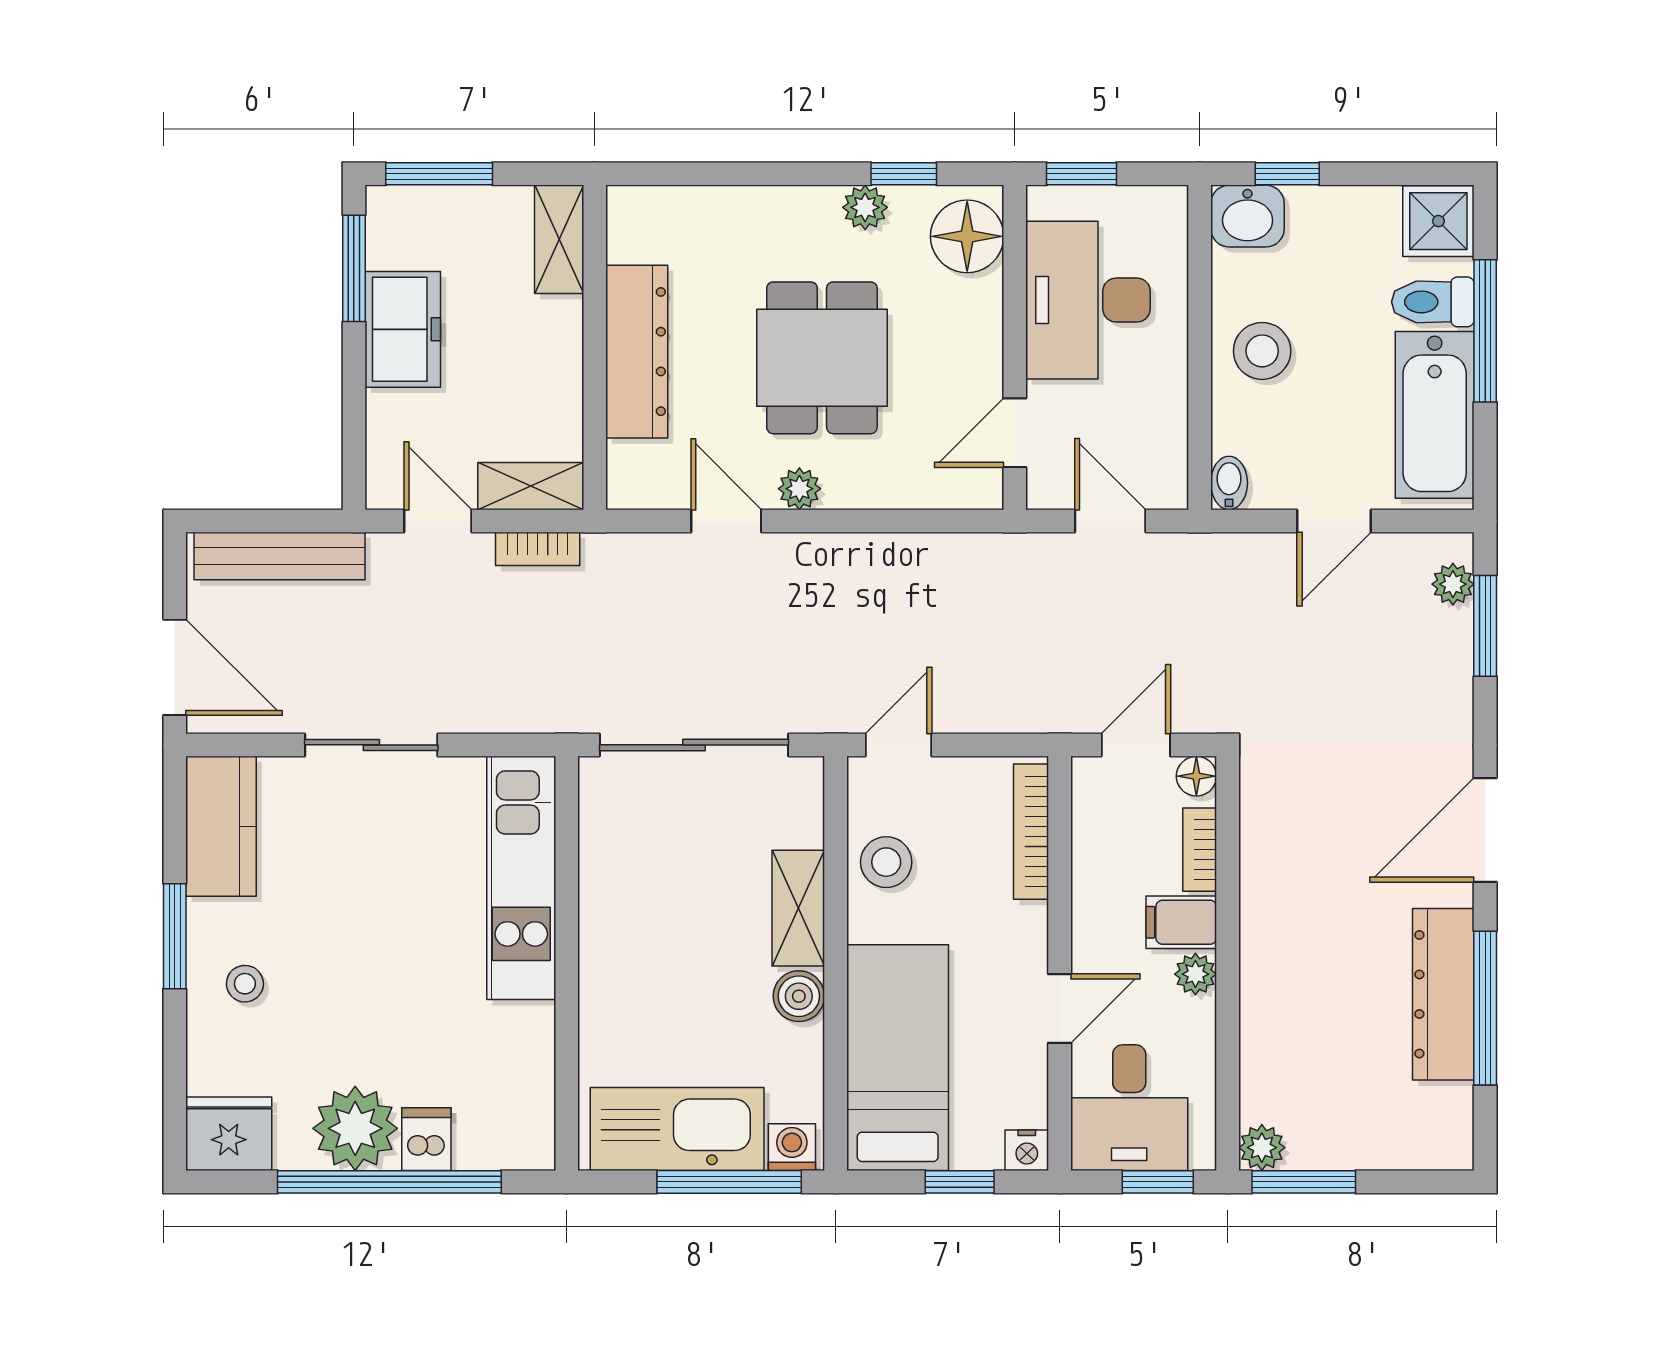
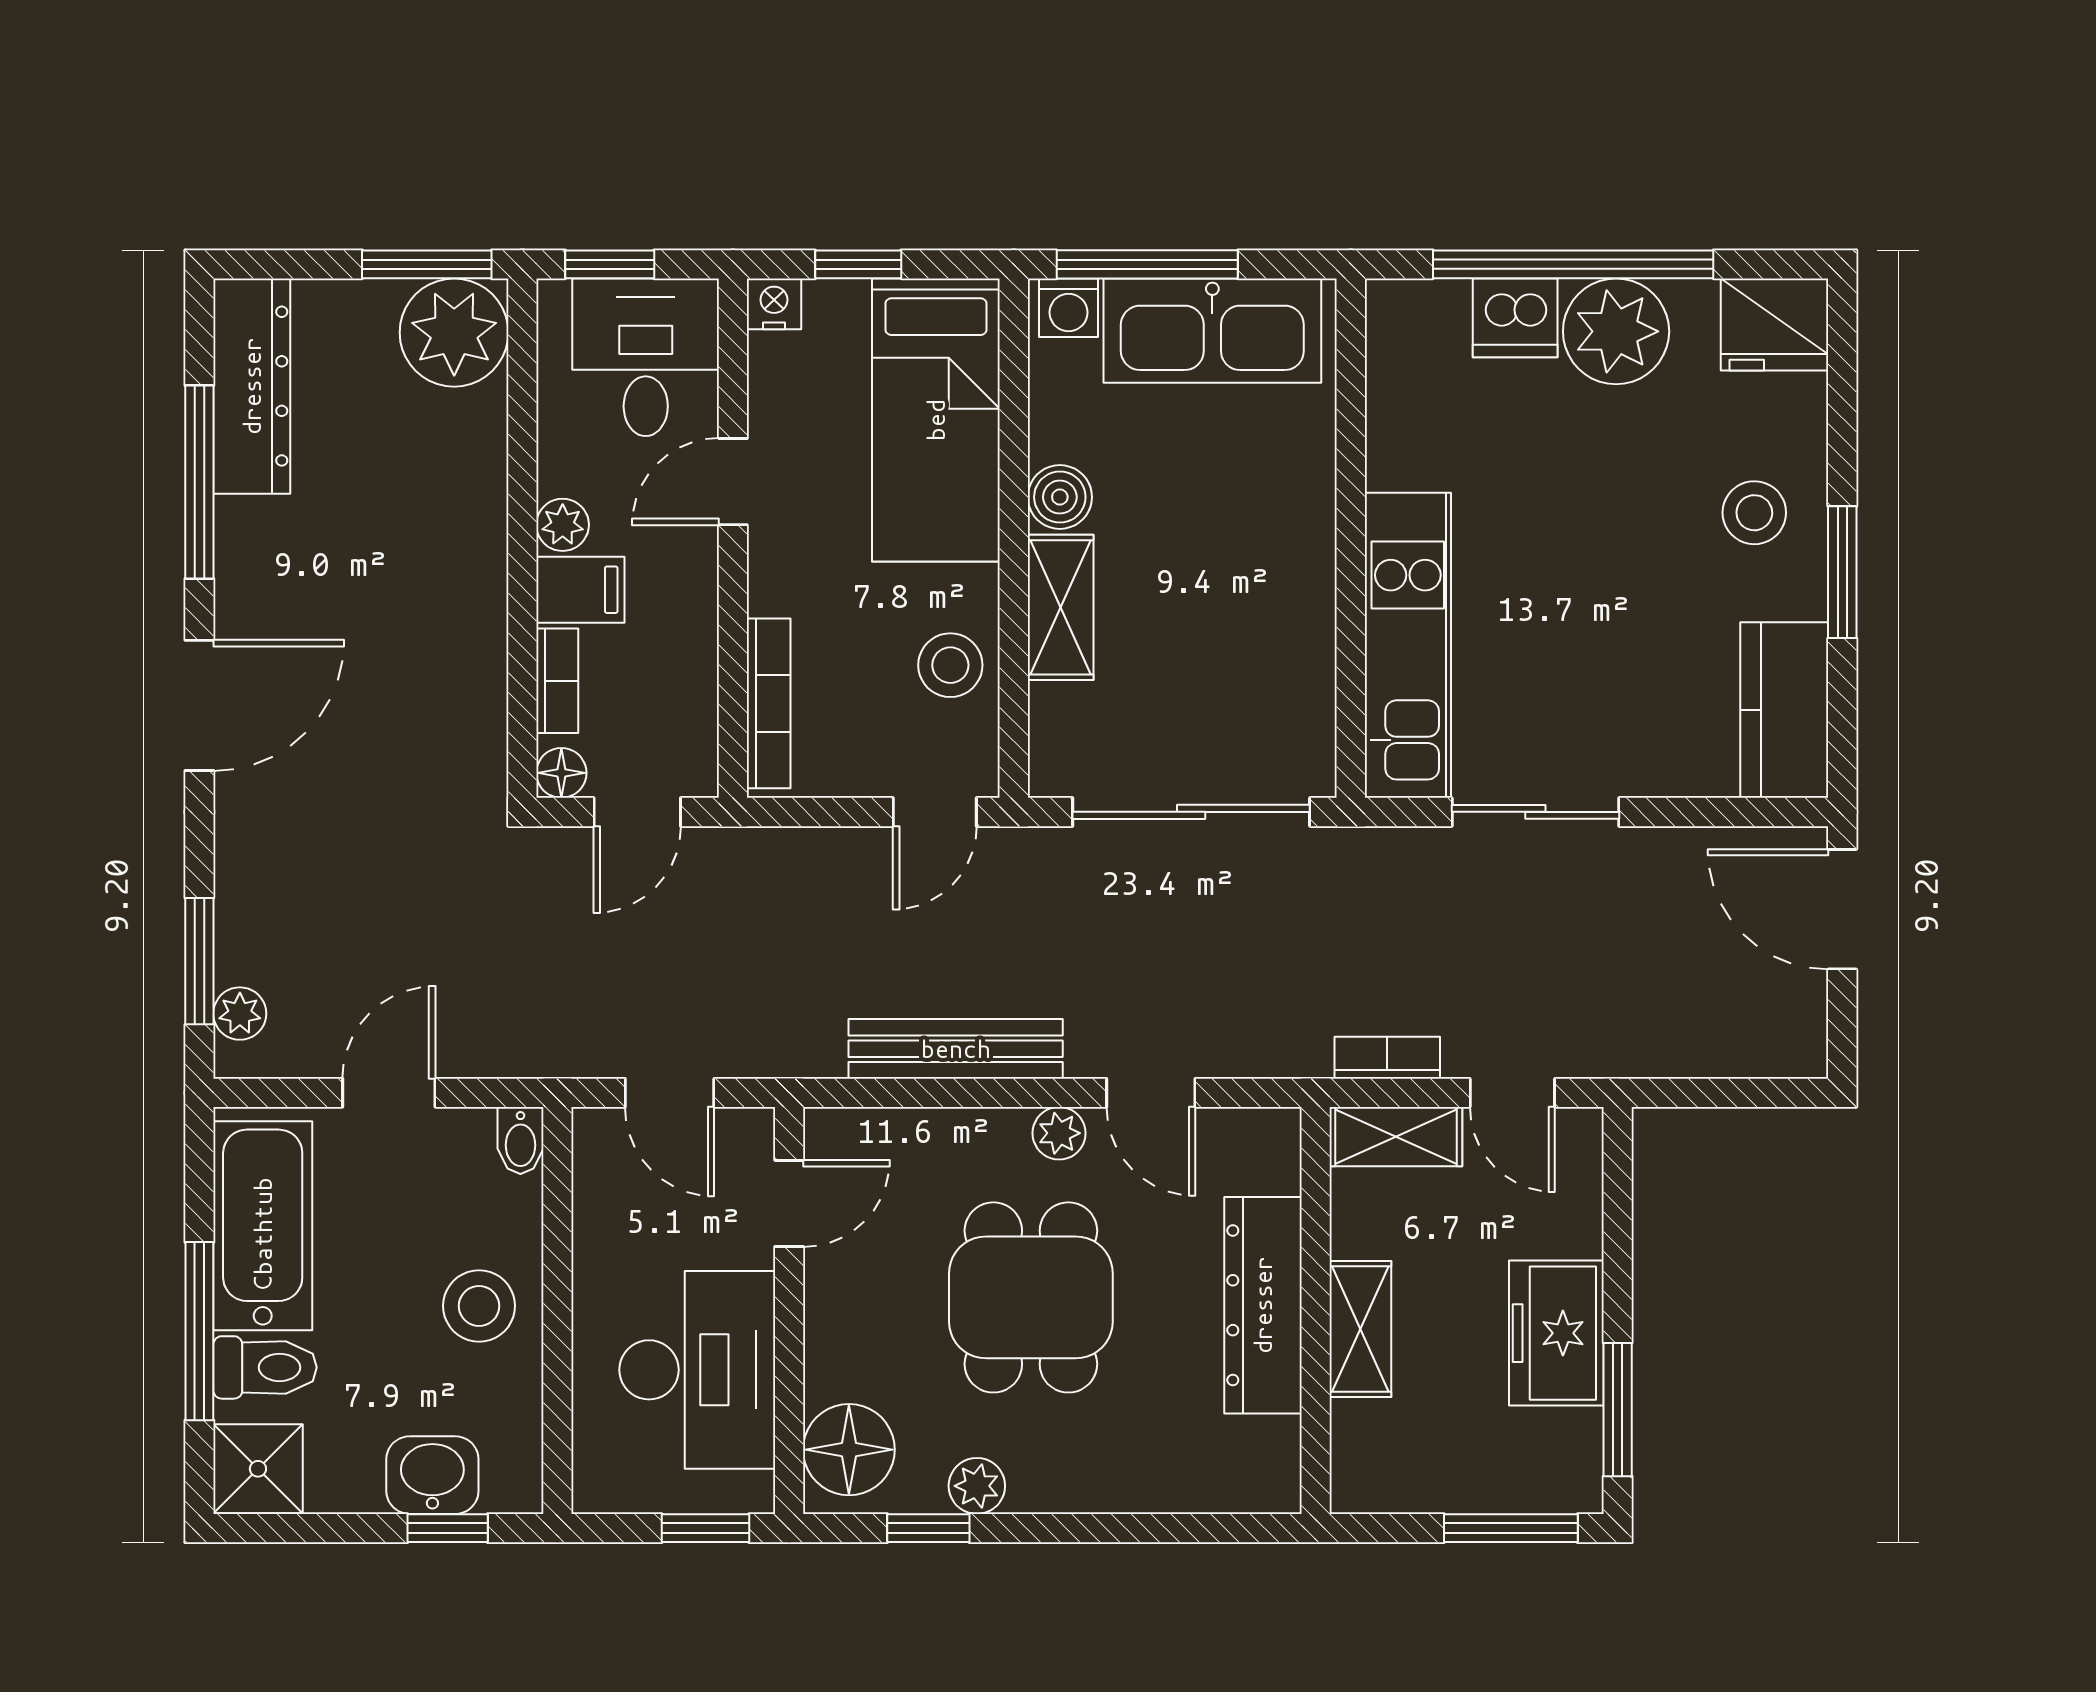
washbasin: (1248, 216) -> (432, 1475), moved
shelving: (559, 239) -> (1360, 1329), moved
bench: (280, 556) -> (956, 1049), moved
sliding door: (371, 745) -> (1535, 812), moved
stool: (245, 984) -> (1754, 513), width x1.37, depth x1.37
dresser: (1443, 994) -> (252, 386), moved
dishwasher: (426, 1139) -> (1515, 318), width x1.38
plant: (1262, 1148) -> (454, 333), width x1.87, depth x1.87

